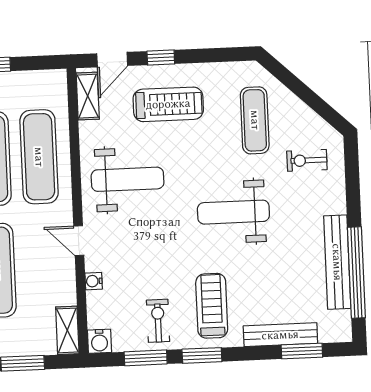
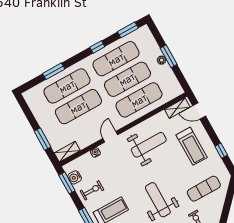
window: (161, 57) -> (221, 151), moved
weight bench: (128, 179) -> (149, 145), turned -90
water cooler: (100, 341) -> (75, 177), moved
window: (146, 358) -> (67, 183), moved

